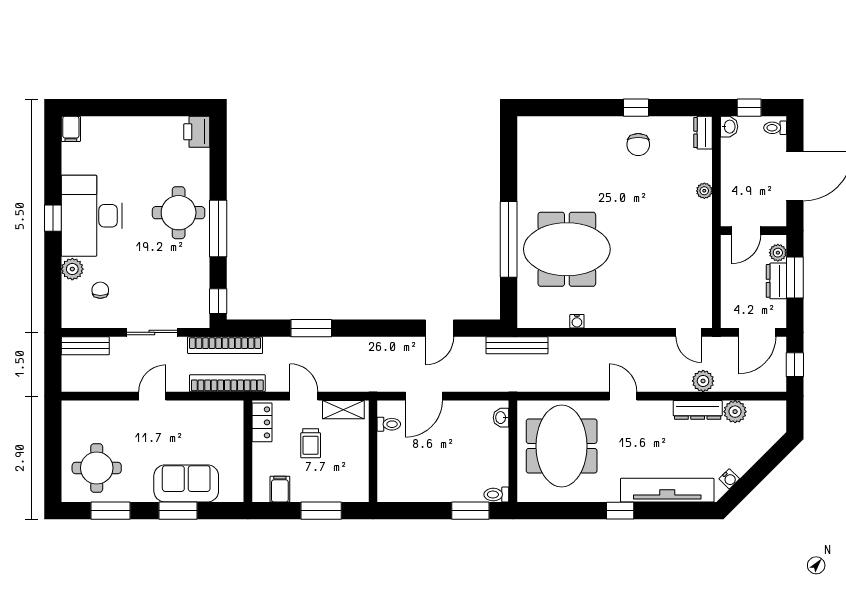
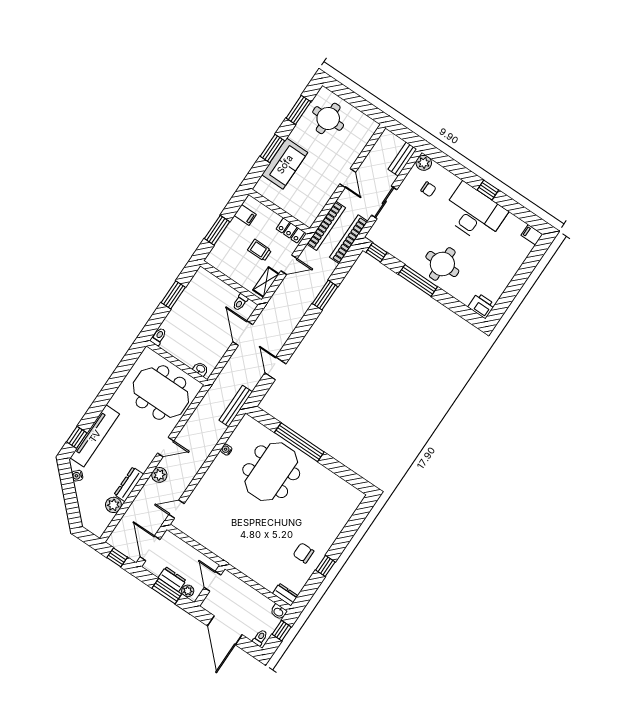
plant: (704, 191) -> (251, 573), removed
plant: (72, 269) -> (424, 163), moved
plant: (703, 381) -> (159, 475), moved
window: (470, 511) -> (173, 295), moved
window: (620, 511) -> (77, 437), moved

